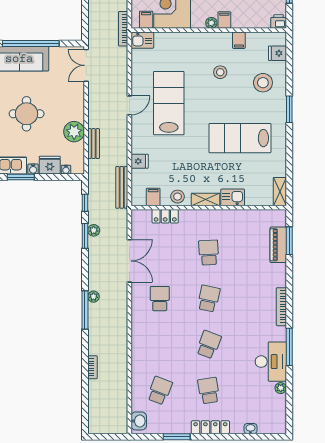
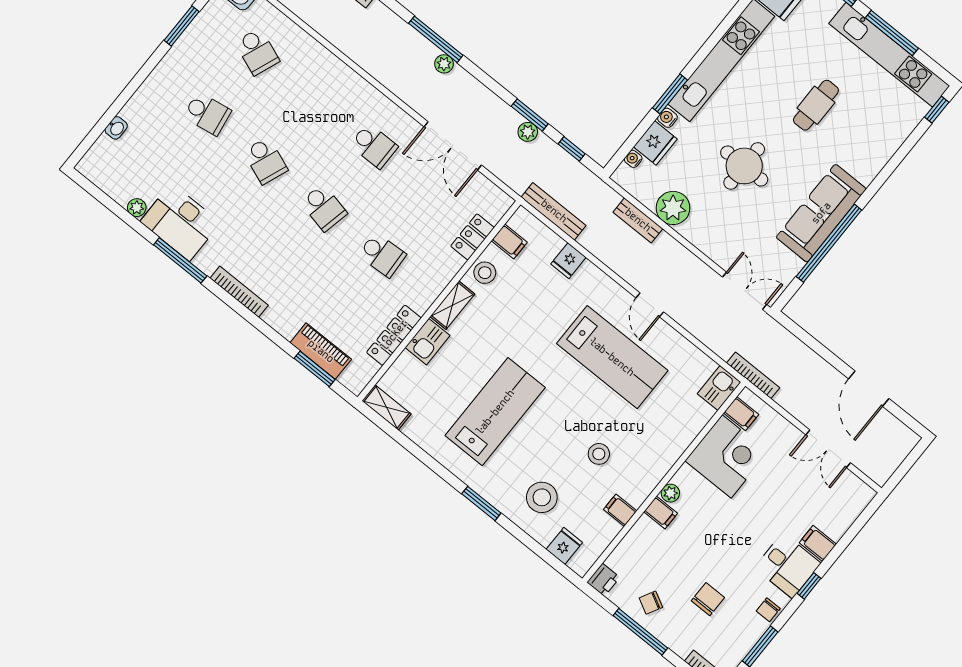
locker: (210, 427) -> (394, 335), moved, turned 180

